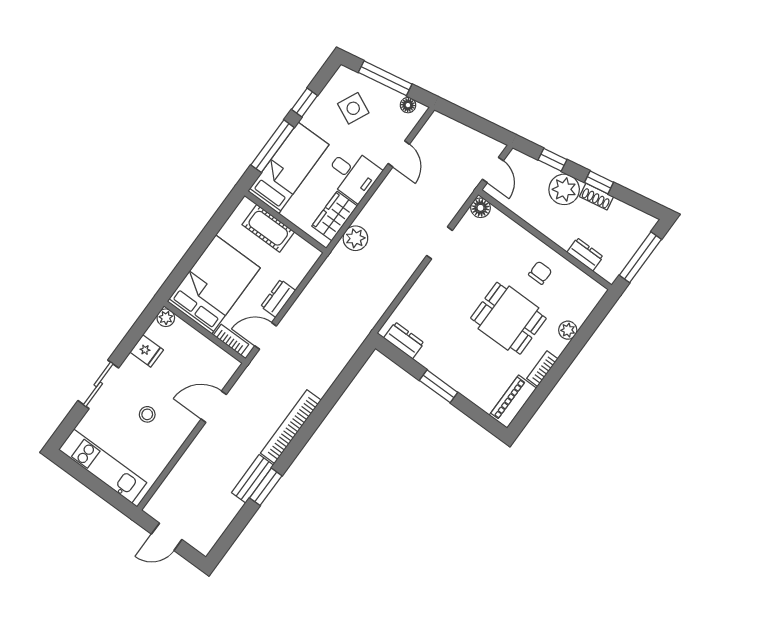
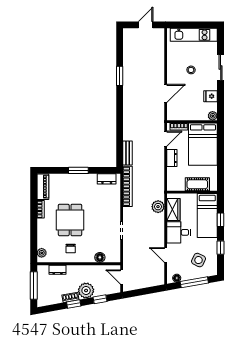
window: (273, 146) -> (221, 220), width x0.46
floor lamp: (481, 208) -> (100, 257), moved
dining table: (508, 318) -> (70, 220), turned 90
plant: (568, 330) -> (42, 253), moved
bookcase: (291, 427) -> (128, 186), moved
bench: (253, 479) -> (128, 153), moved

